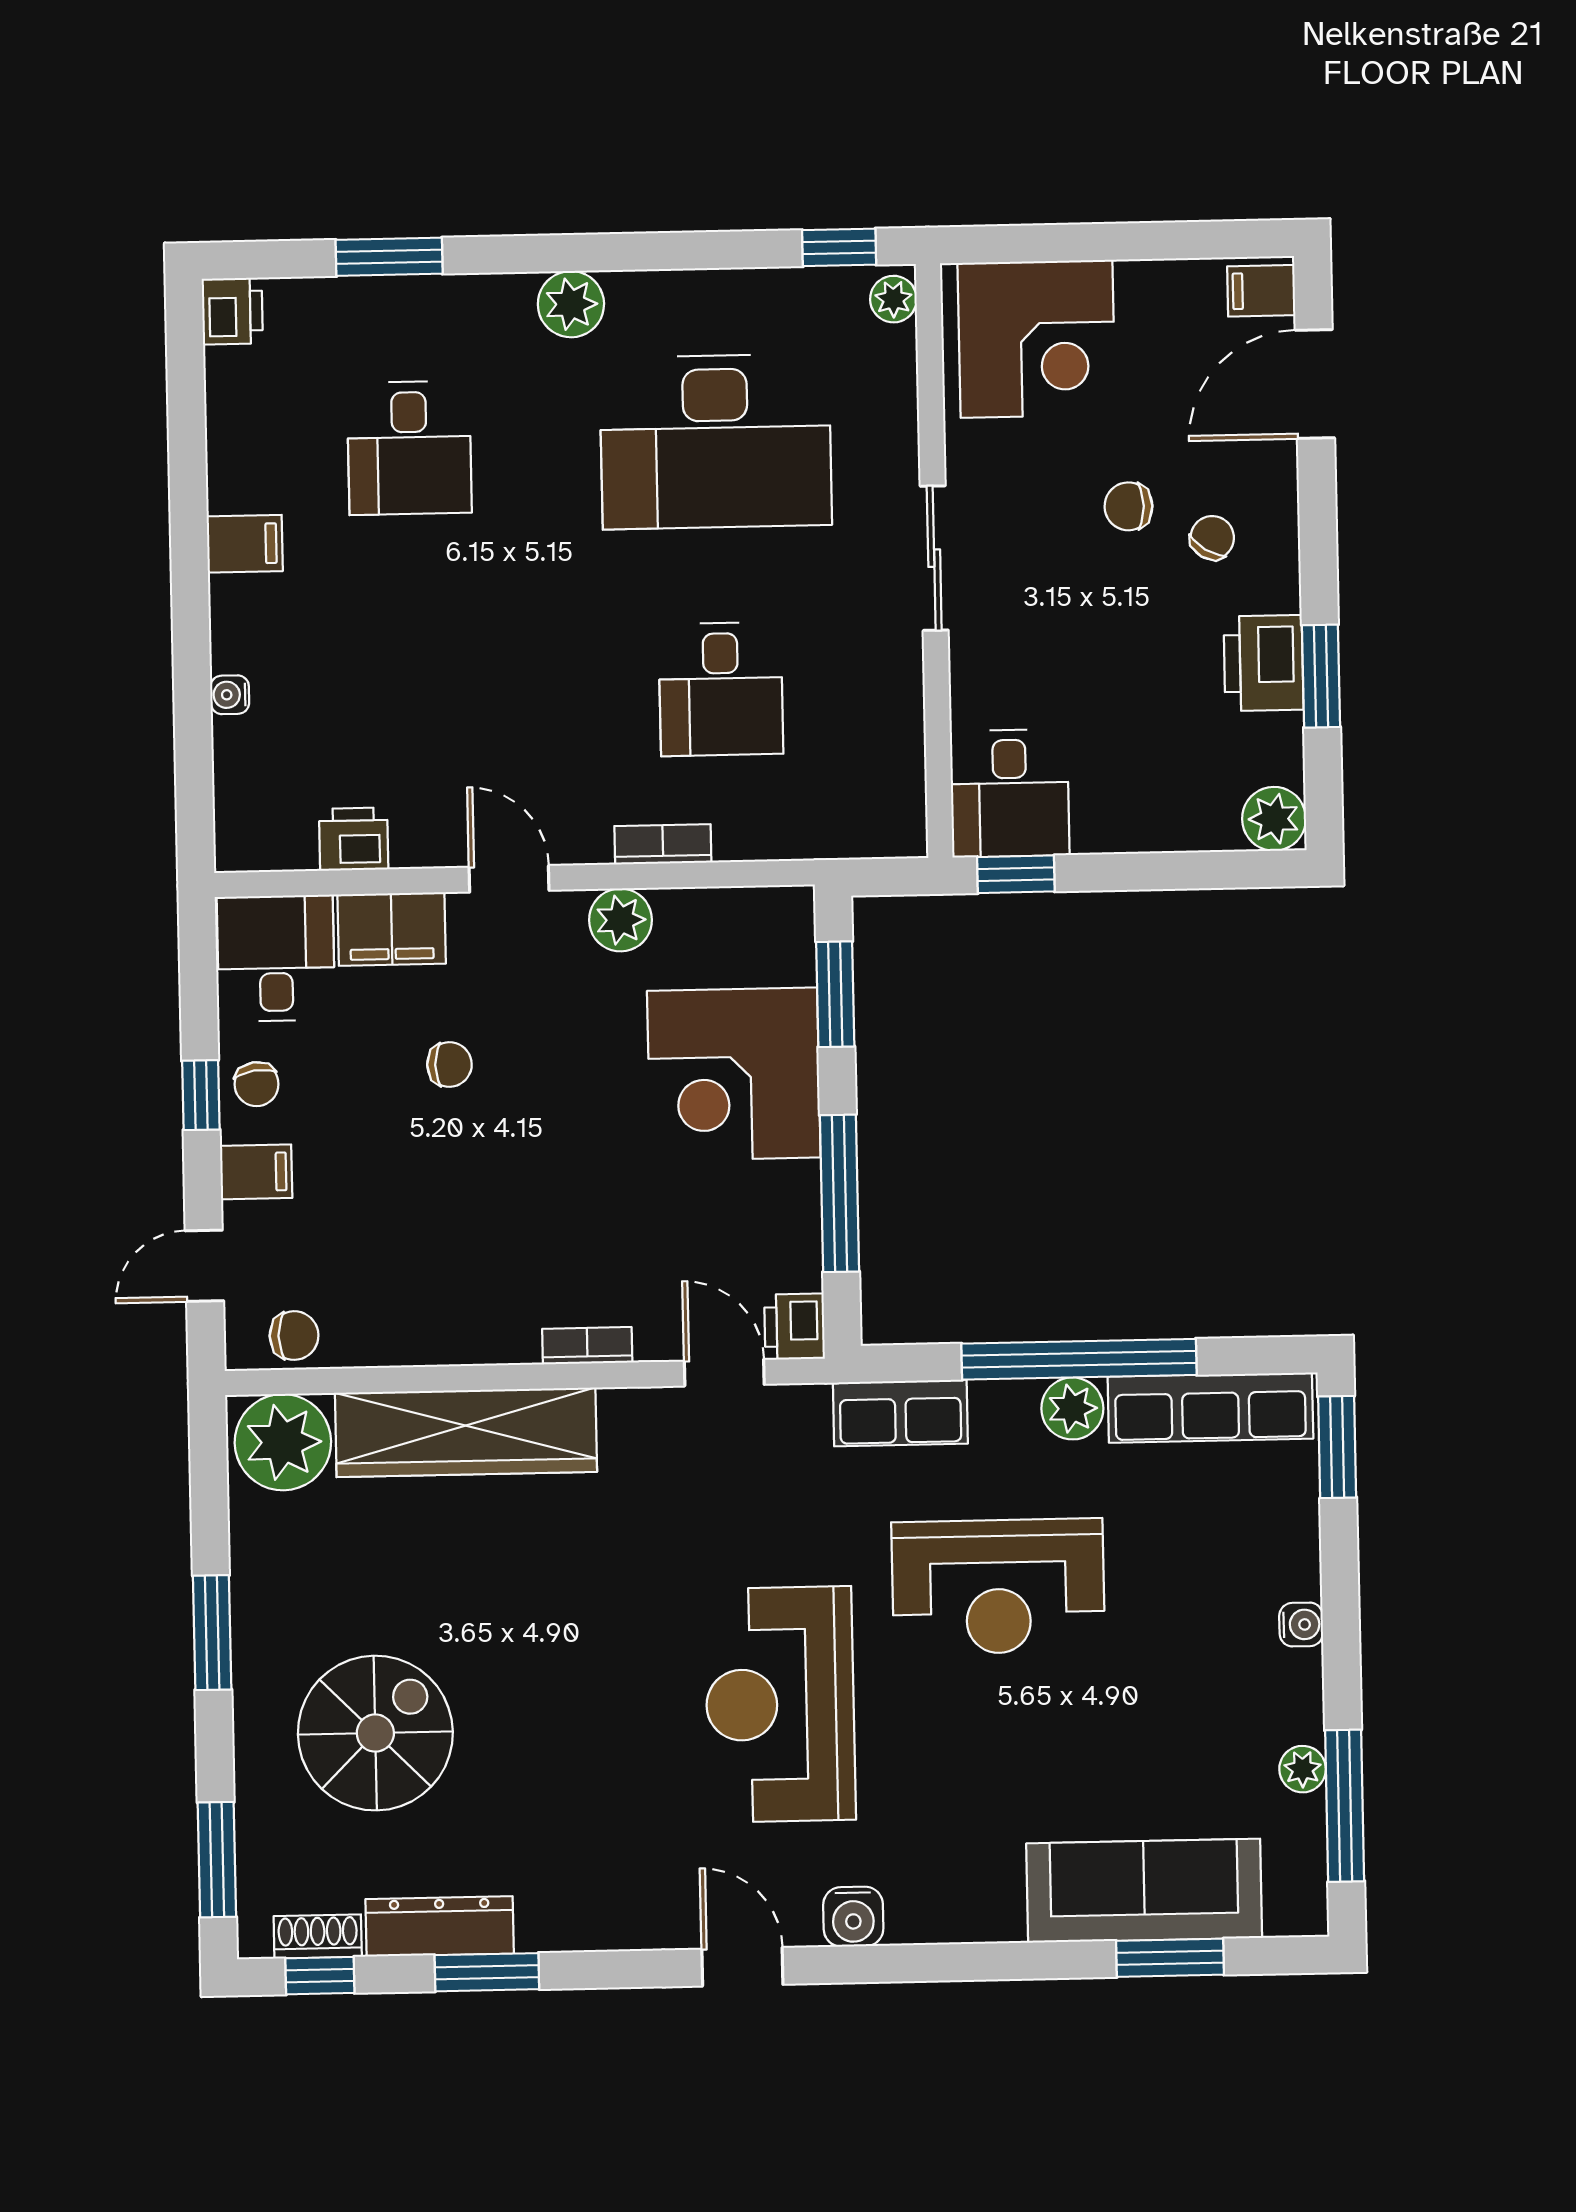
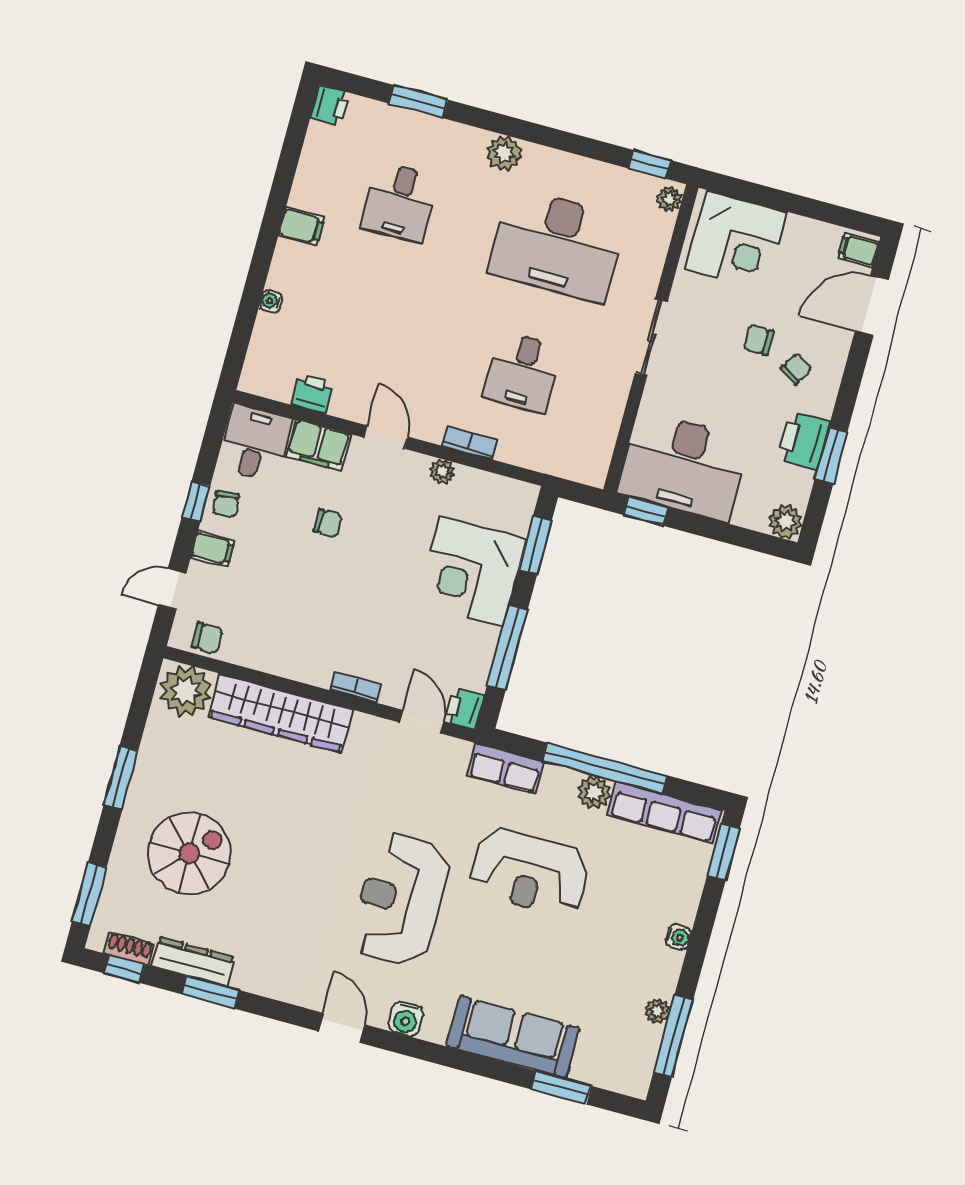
desk: (1010, 793) -> (683, 466), width x1.87, depth x1.30
plant: (620, 920) -> (442, 472), width x0.73, depth x0.73
sofa: (1144, 1891) -> (513, 1037), moved

